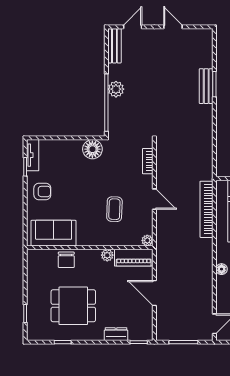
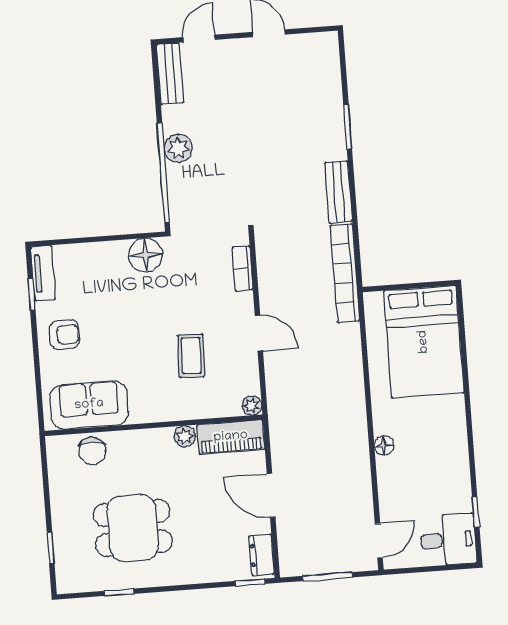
bench: (206, 86) -> (338, 192), moved
bookcase: (207, 209) -> (345, 273), moved
chair: (66, 260) -> (92, 451), moved
dresser: (116, 334) -> (262, 555), moved, turned -90

